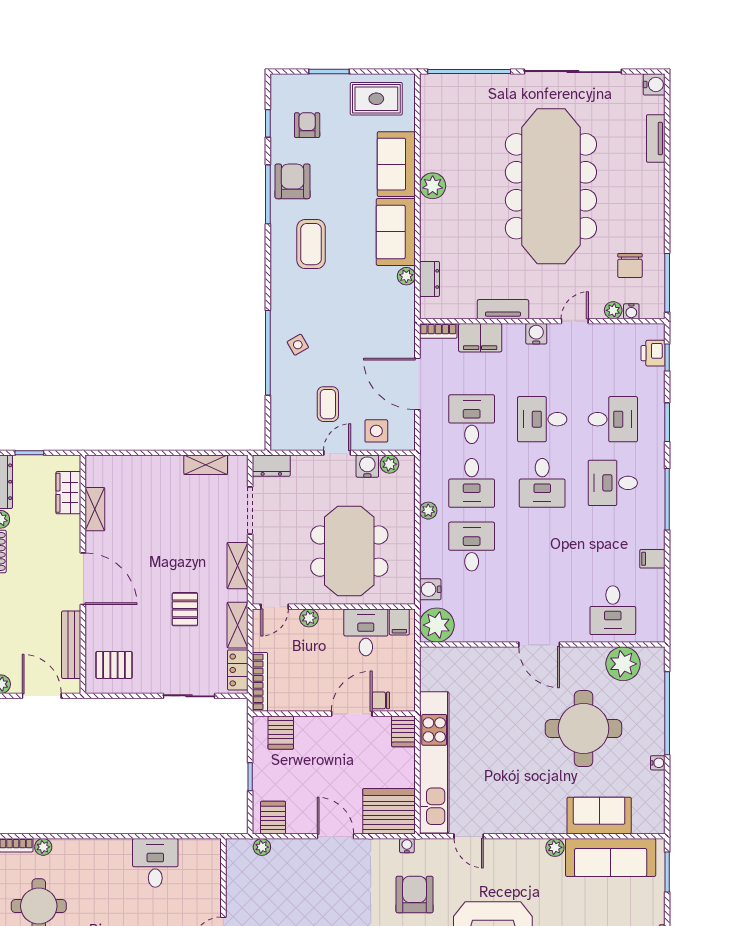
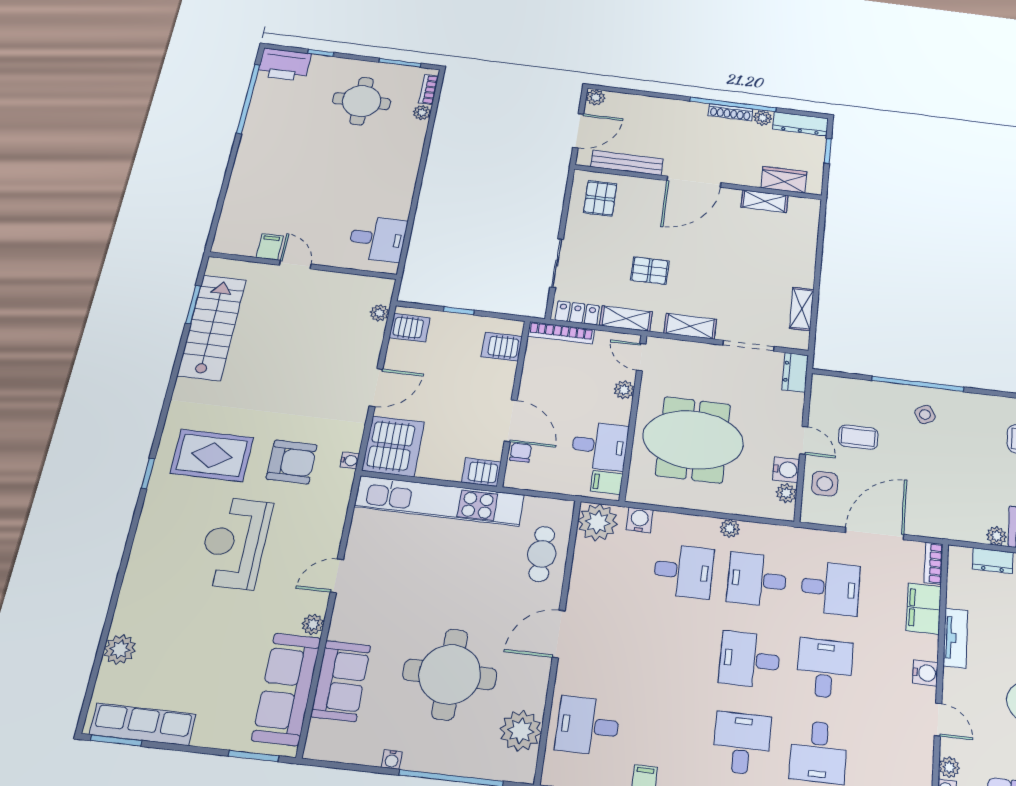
cafe table: (471, 669) -> (542, 554), added
door: (469, 836) -> (337, 576), moved
desk: (155, 863) -> (378, 239), moved

